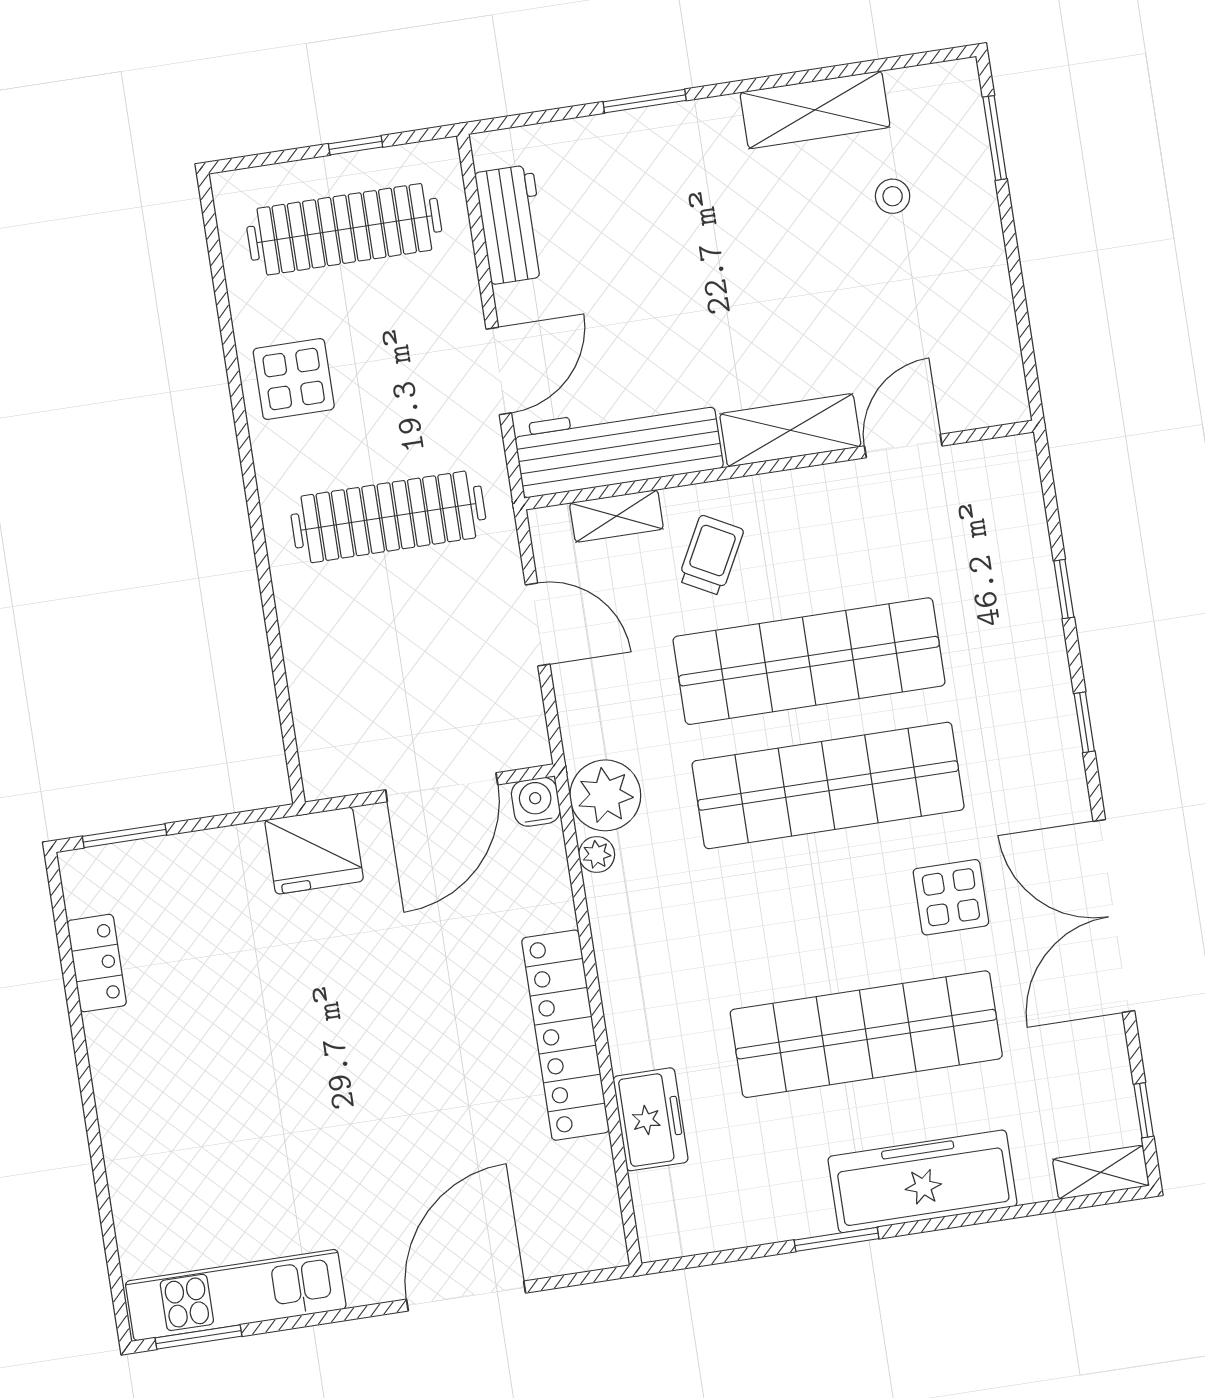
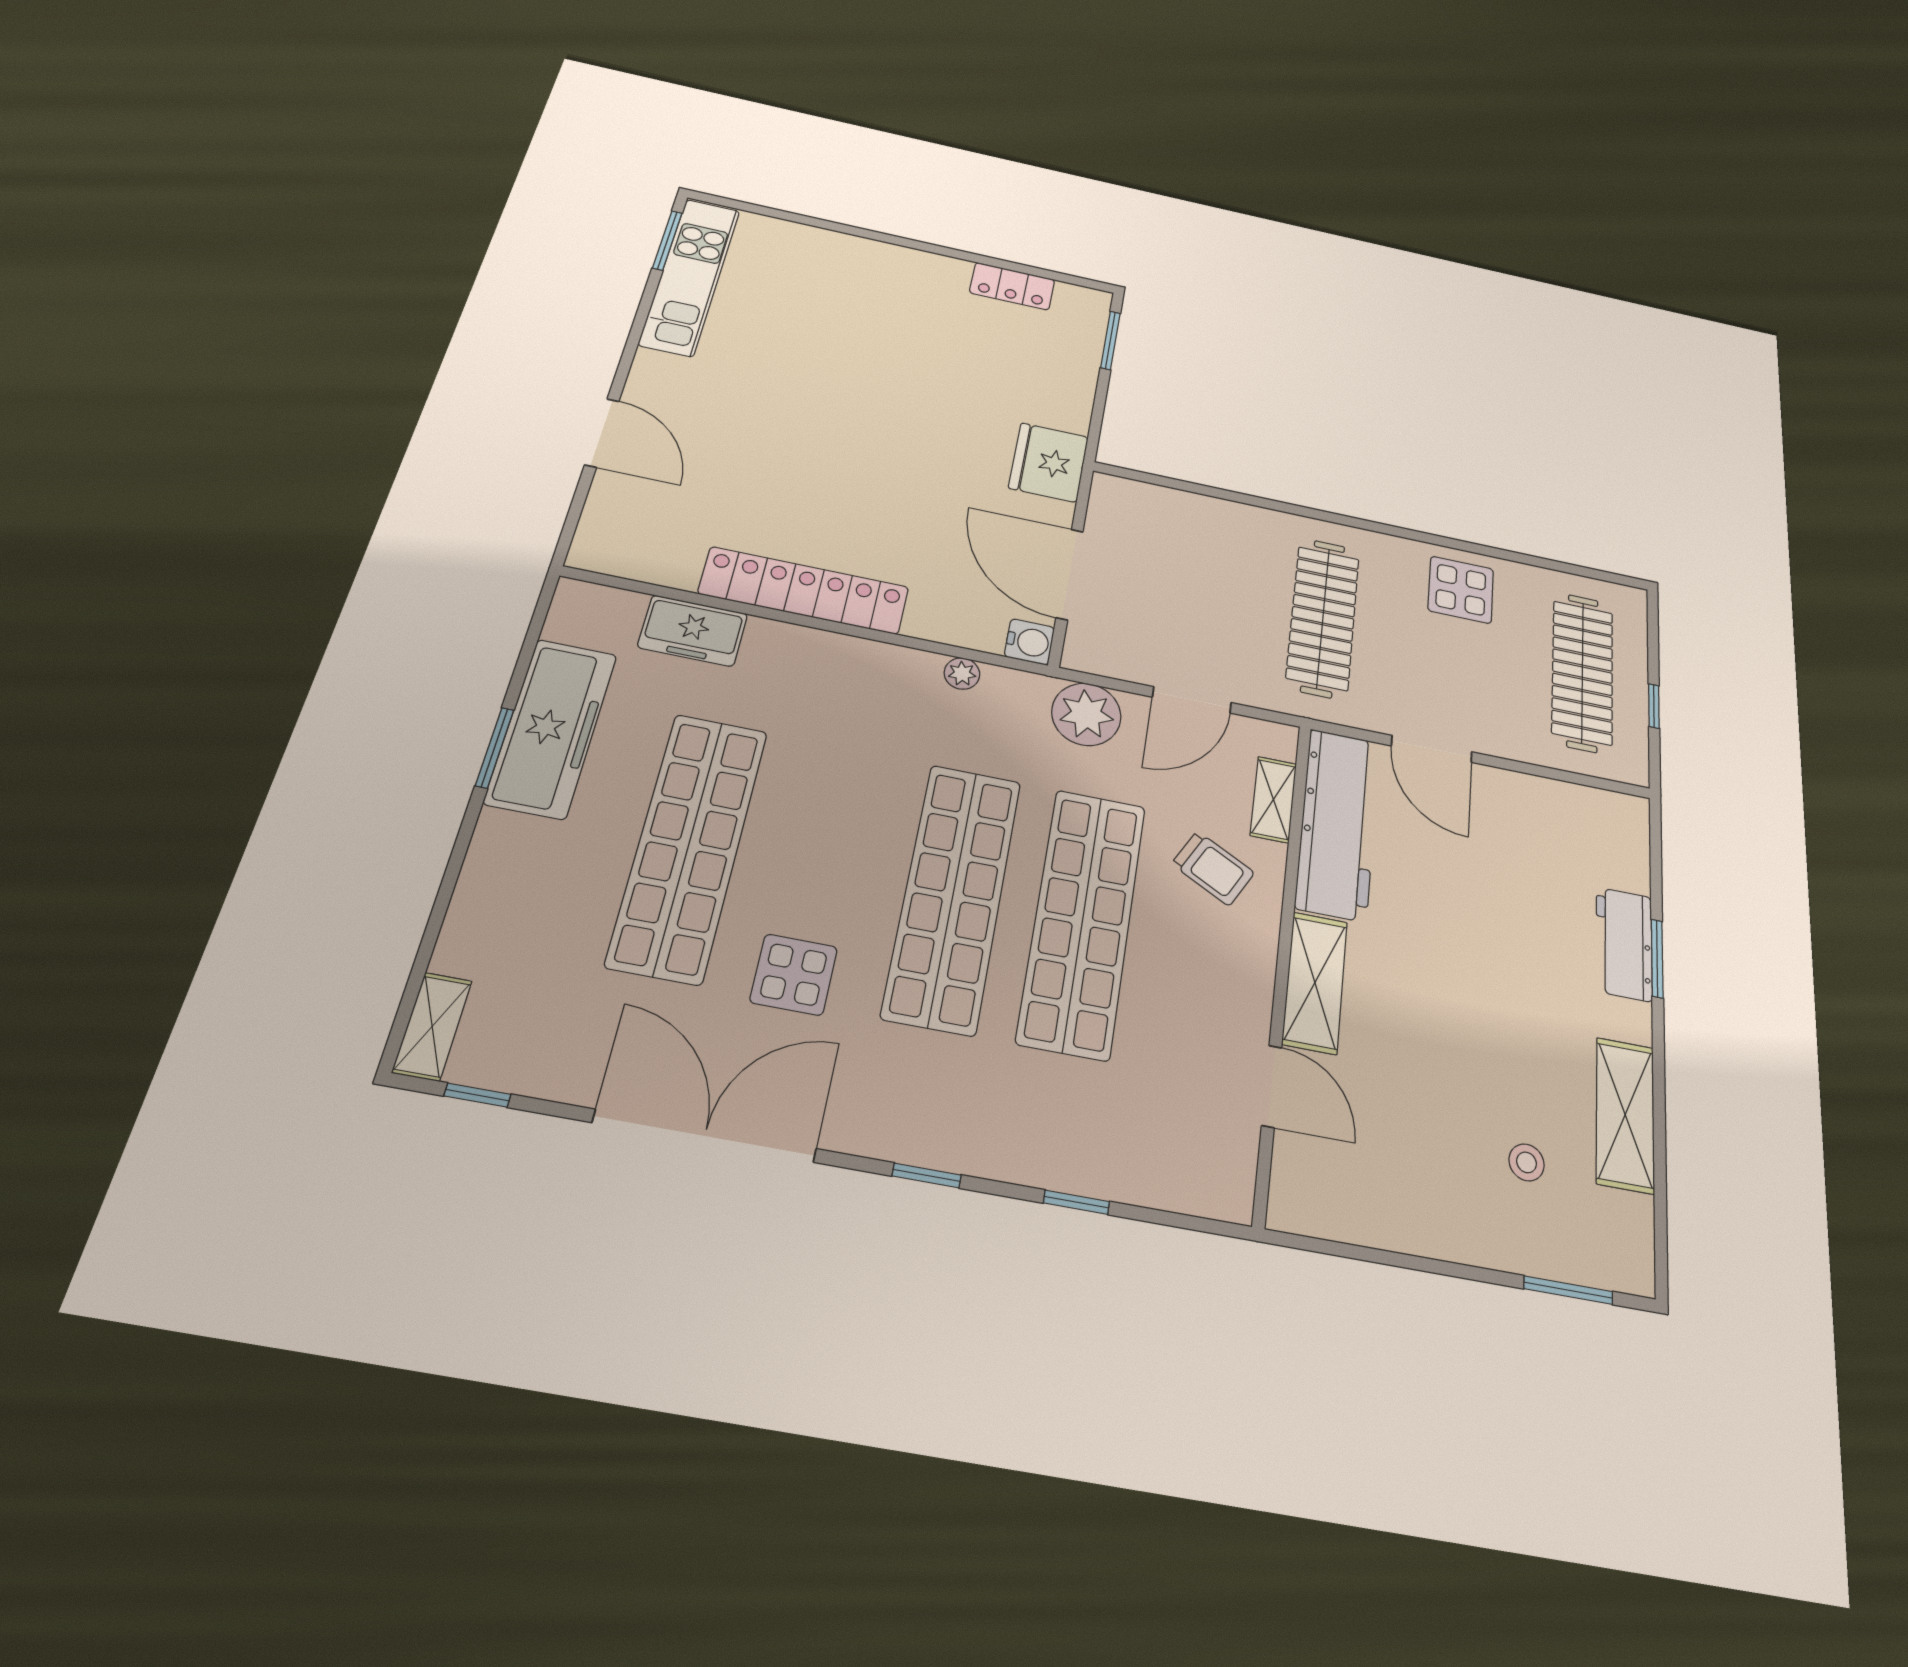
workbench: (512, 224) -> (1624, 944), moved, turned 90
plant: (605, 795) -> (1086, 714), moved
freezer: (922, 1181) -> (551, 728), moved
door: (466, 1296) -> (602, 433), width x0.73

